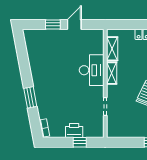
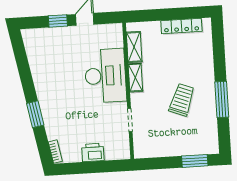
desk: (92, 70) -> (105, 76), width x1.36, depth x1.30
window: (80, 142) -> (101, 167), removed

